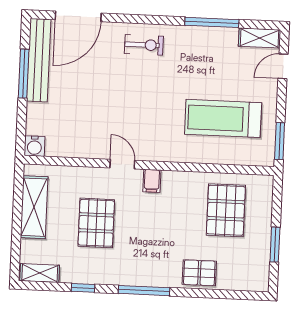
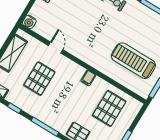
door: (122, 164) -> (56, 48), moved
filing cabinet: (152, 181) -> (88, 78), moved

